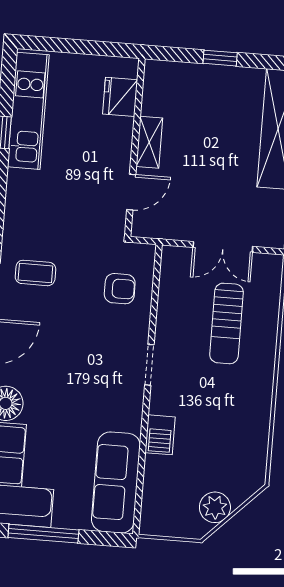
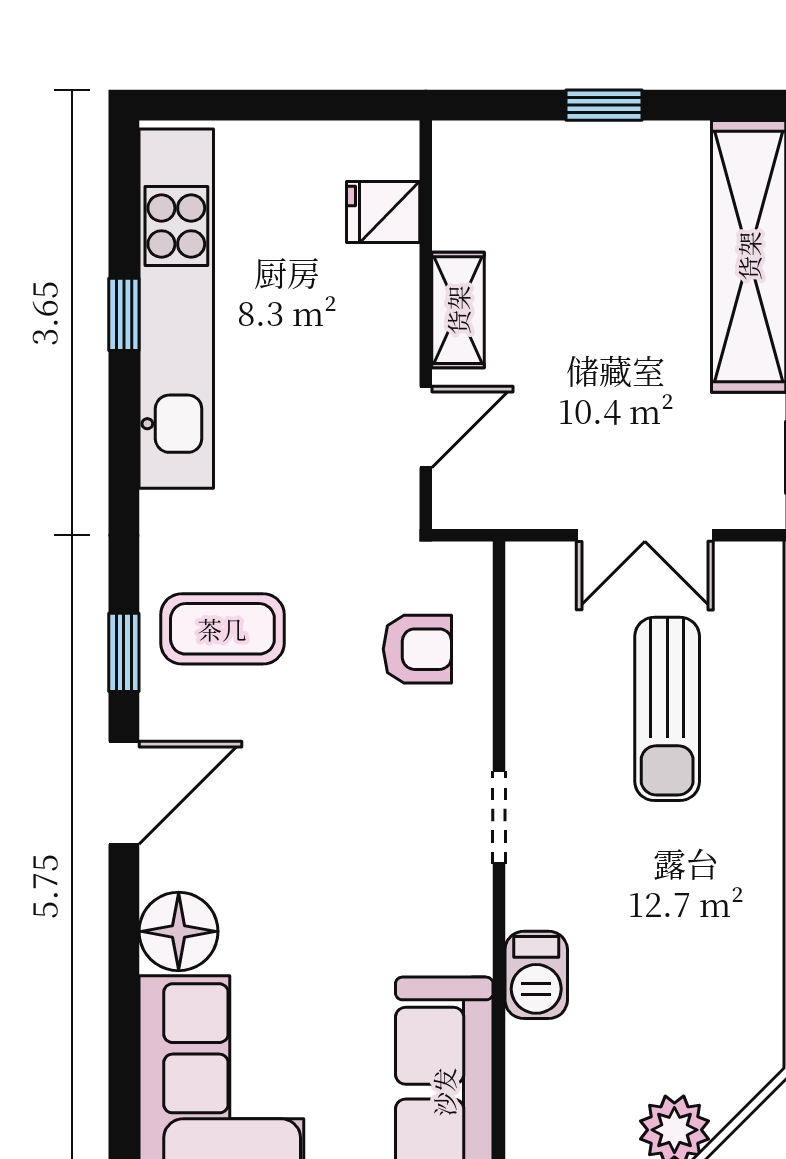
fridge: (120, 97) -> (383, 212), width x0.72
kitchen unit: (28, 111) -> (176, 309), width x1.36
coffee table: (35, 273) -> (222, 629), width x1.36, depth x1.30

